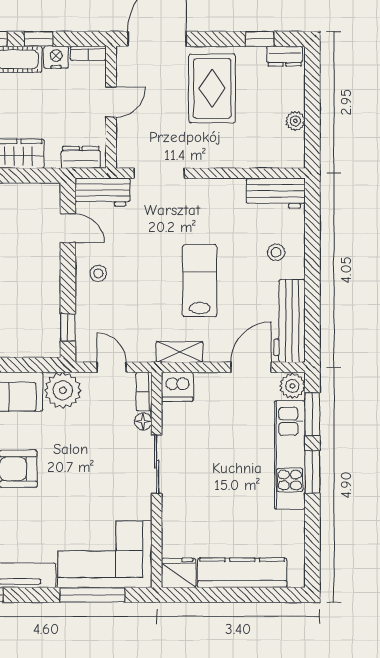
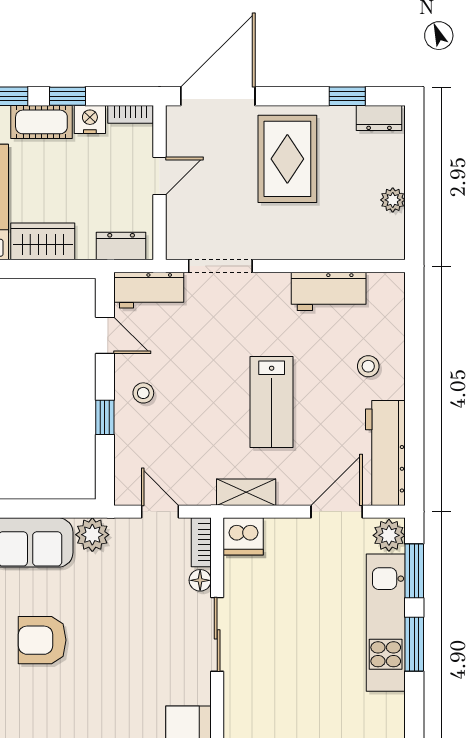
workbench: (276, 193) -> (329, 291), moved
lab bench: (200, 281) -> (272, 402), turned 180
window: (68, 328) -> (105, 417), moved
plant: (63, 390) -> (92, 535), width x0.73, depth x0.73

